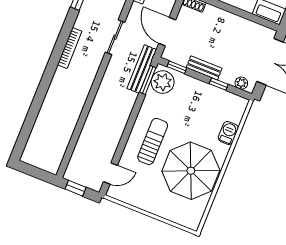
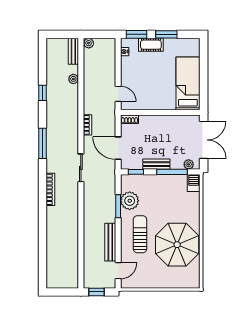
bench: (142, 69) -> (110, 242), moved
window: (148, 80) -> (118, 206), moved
plant: (163, 82) -> (130, 201), moved
window: (219, 84) -> (172, 172), width x2.17
barbecue: (228, 133) -> (194, 183), moved

